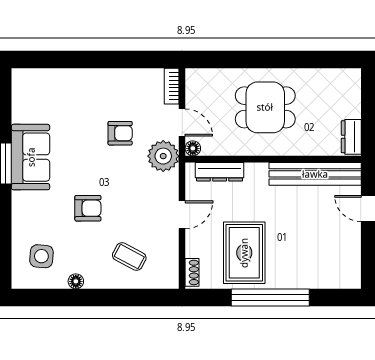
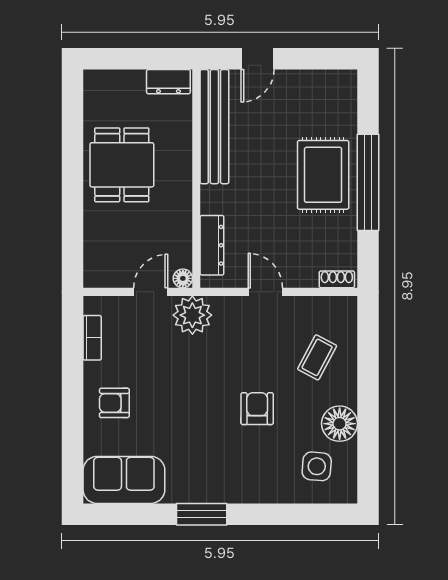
bookcase: (172, 86) -> (92, 338), moved, turned -90
dining table: (265, 107) -> (122, 165), moved
armchair: (120, 133) -> (114, 403), moved, turned -90
sofa: (31, 157) -> (124, 480), moved
rug: (244, 253) -> (323, 175), moved, turned 90
floor lamp: (76, 281) -> (340, 424), width x1.89, depth x1.89

